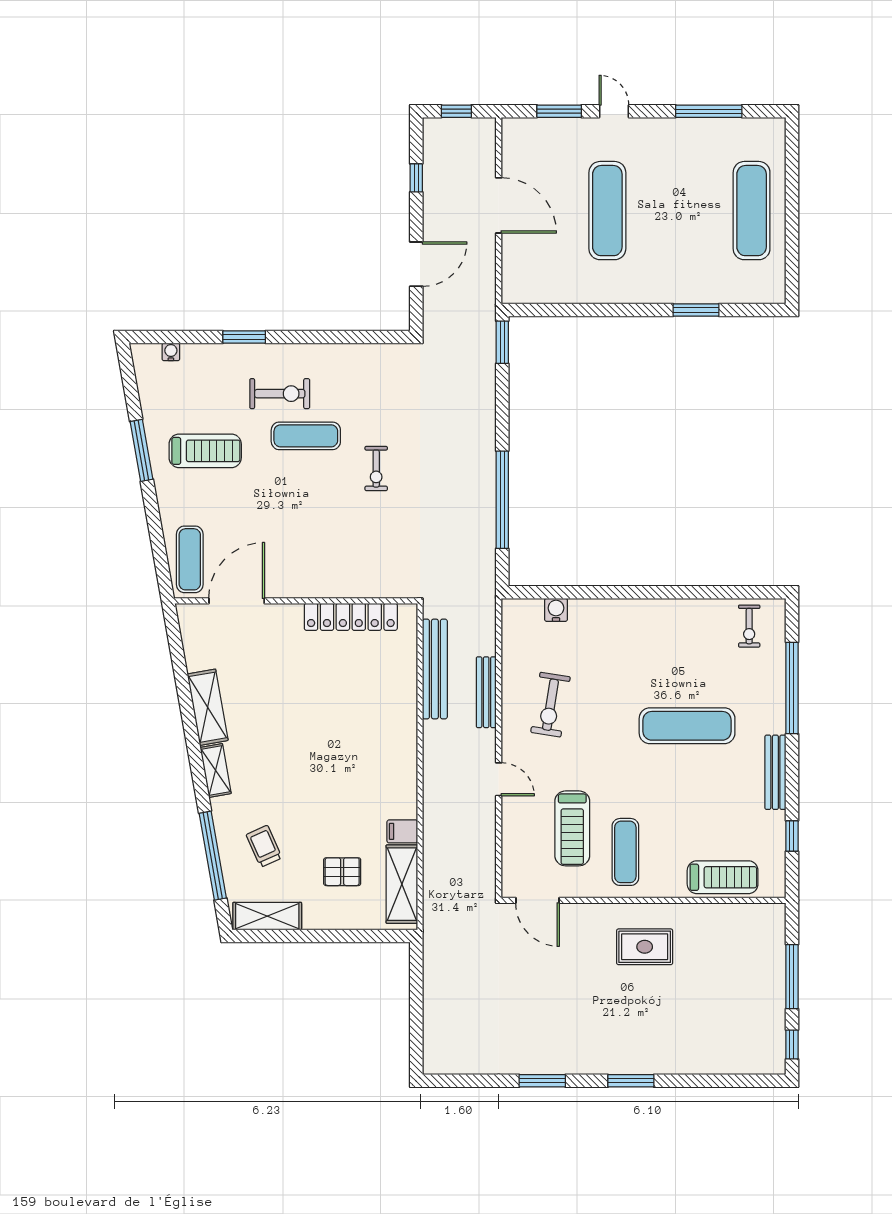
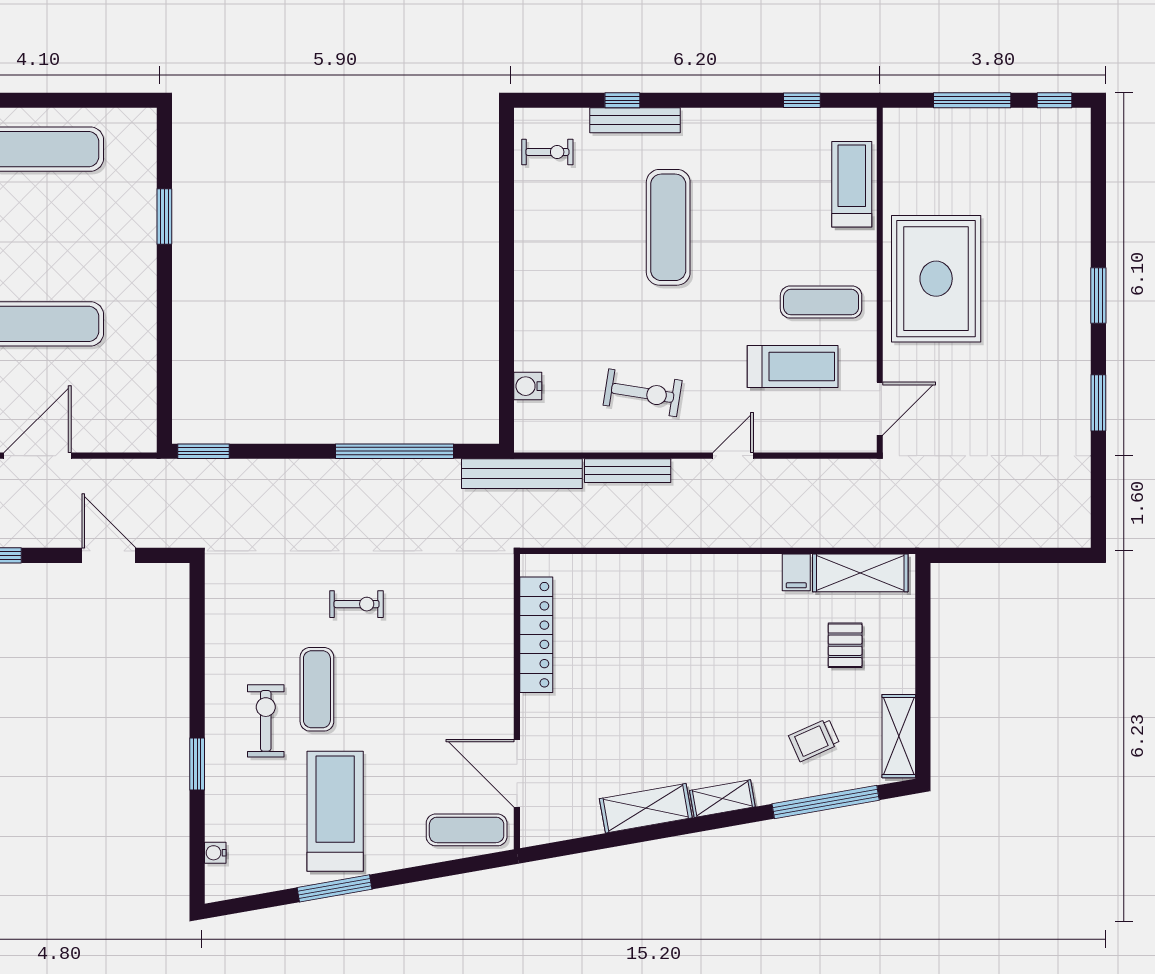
treadmill: (205, 451) -> (335, 811), width x1.37, depth x1.38
bench: (435, 669) -> (522, 474), moved
window: (792, 688) -> (622, 100), width x0.32
bench: (775, 772) -> (635, 120), moved
rug: (645, 947) -> (936, 279), width x1.86, depth x2.06

